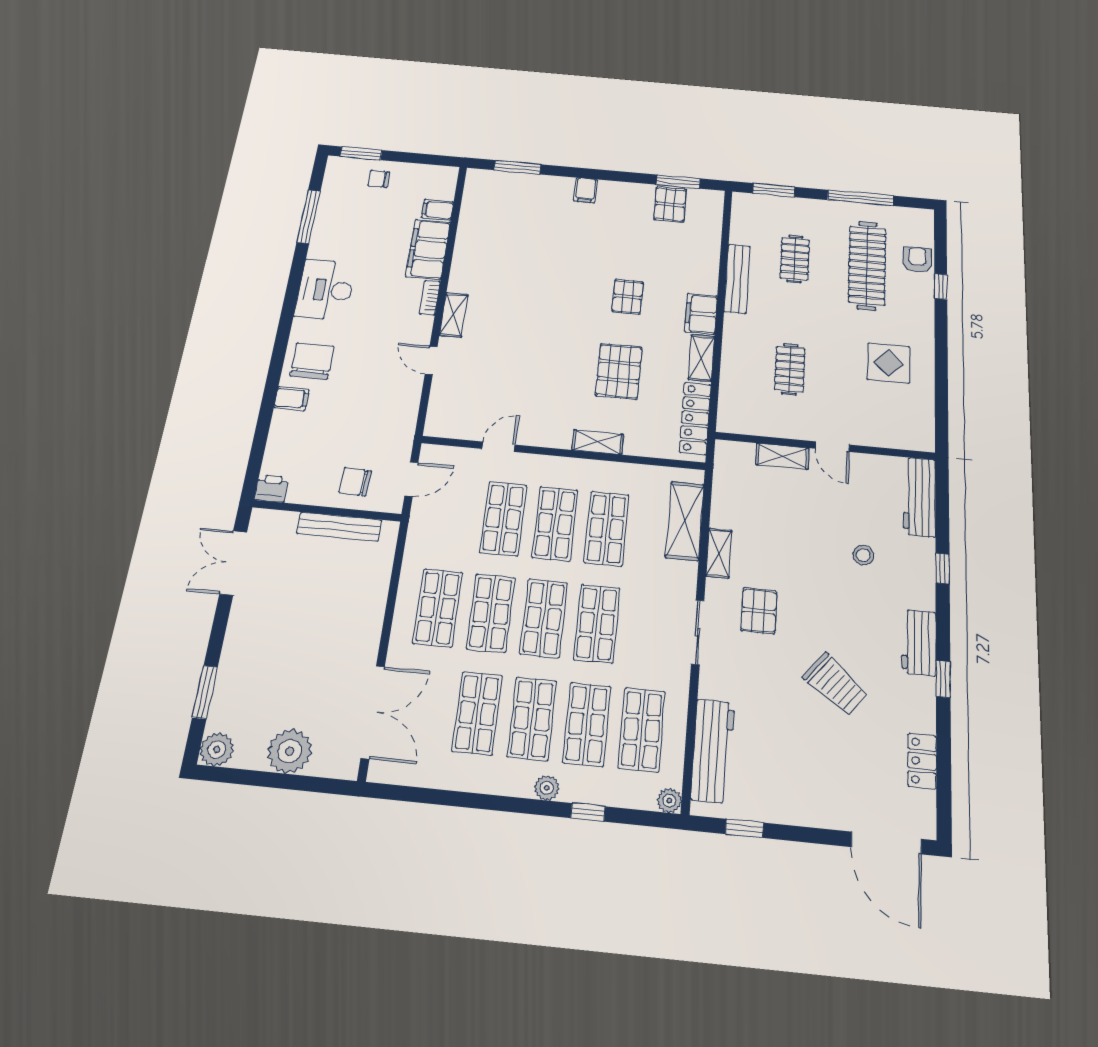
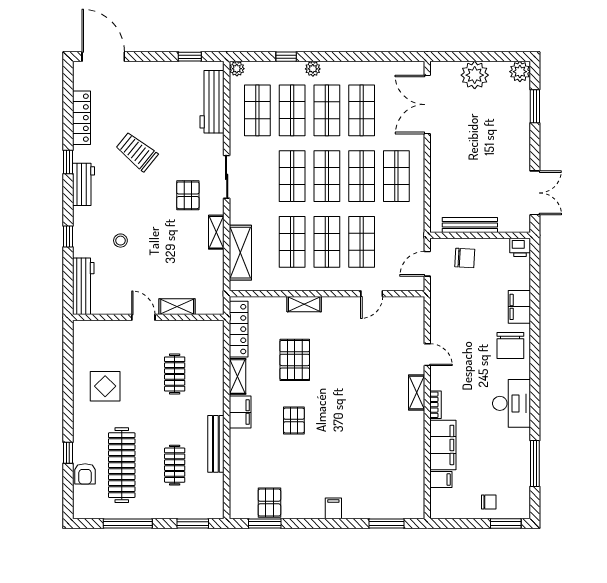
filing cabinet: (292, 398) -> (519, 307), width x2.00
locker: (922, 761) -> (81, 118), width x1.53

